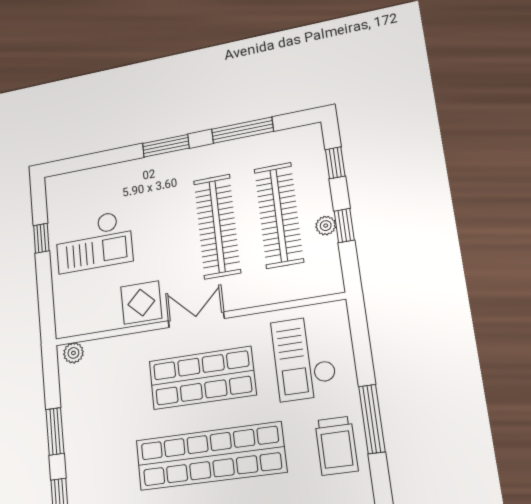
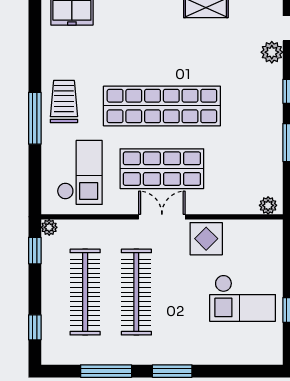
plant: (326, 226) -> (49, 227), moved
window: (344, 226) -> (35, 251), moved
checkout: (94, 242) -> (243, 298), turned 180
double door: (196, 320) -> (162, 217), swing flipped

